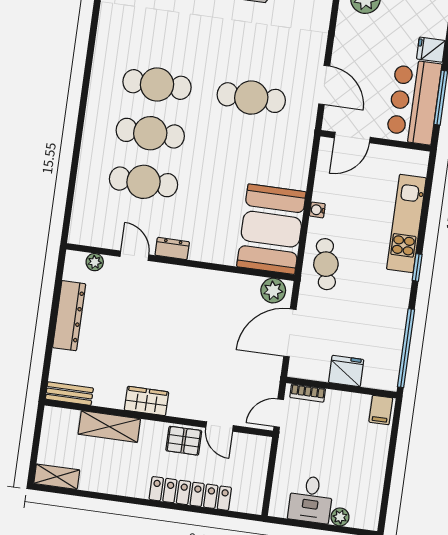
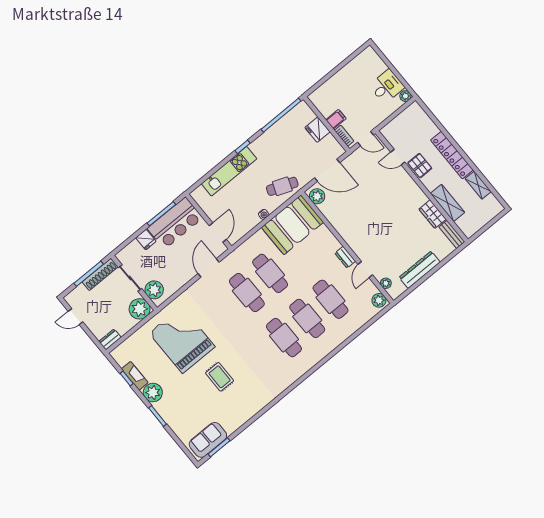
door: (352, 138) -> (218, 233), hinge flipped
cafe table: (244, 146) -> (270, 273), added
plant: (84, 234) -> (379, 300), added
cafe table: (326, 264) -> (282, 186), turned 32
wardrobe: (146, 401) -> (433, 214), moved
filing cabinet: (381, 410) -> (336, 119), moved
door: (220, 427) -> (398, 157), swing flipped
shelving: (57, 477) -> (478, 185), moved
locker: (190, 493) -> (452, 155), moved
plant: (340, 517) -> (405, 96), moved

